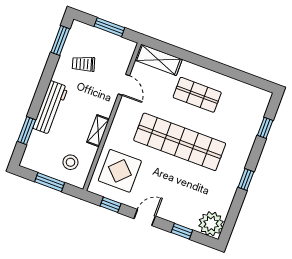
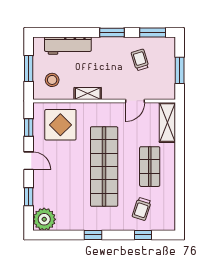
workbench: (50, 108) -> (68, 46), moved
trolley: (238, 119) -> (142, 209), added
window: (27, 131) -> (112, 33), moved

